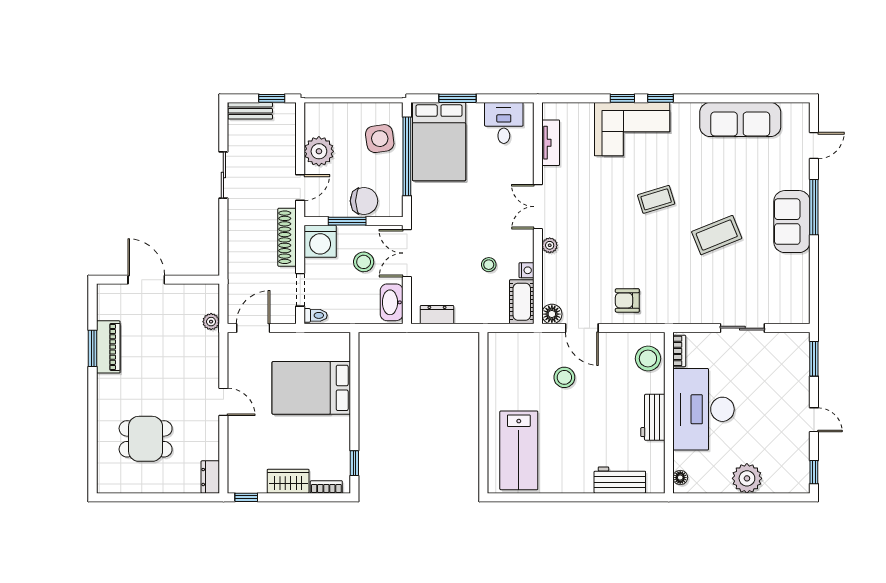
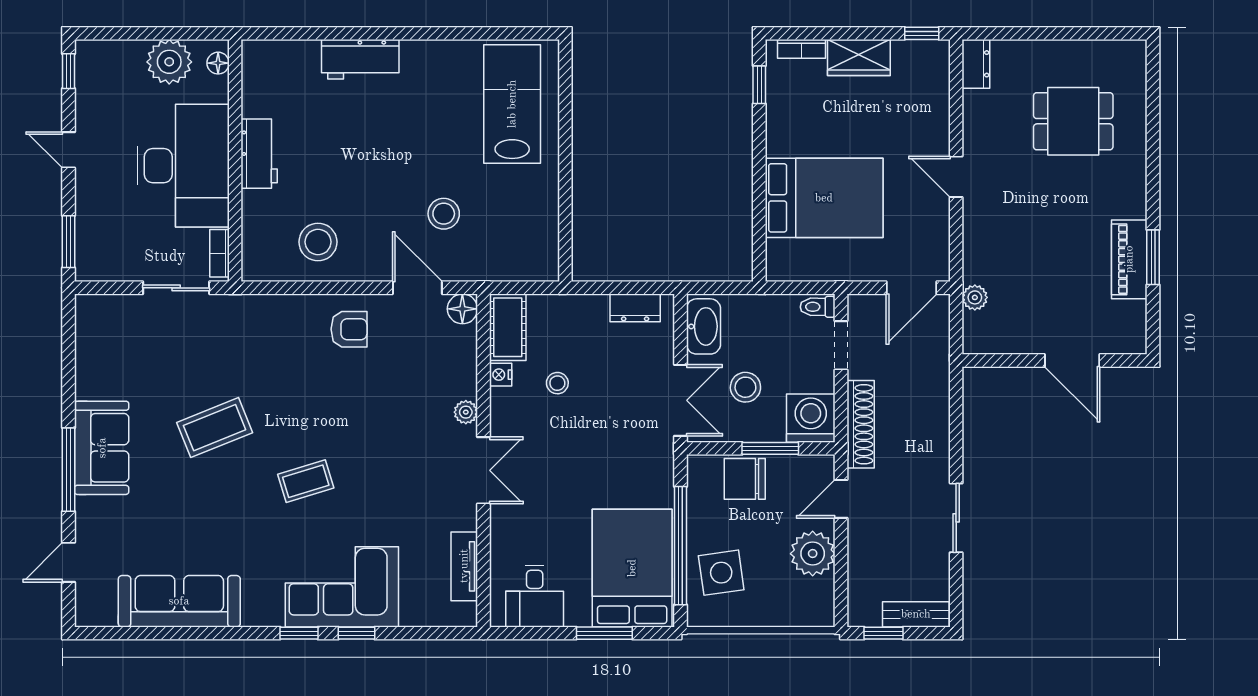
bookcase: (679, 351) -> (220, 253), moved
desk: (703, 409) -> (183, 166), moved
wall: (669, 413) -> (235, 161), moved
workbench: (653, 417) -> (259, 154), moved
floor lamp: (680, 478) -> (218, 63), moved

